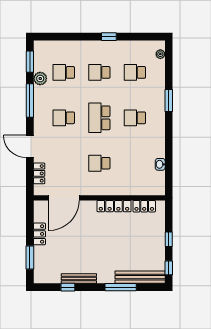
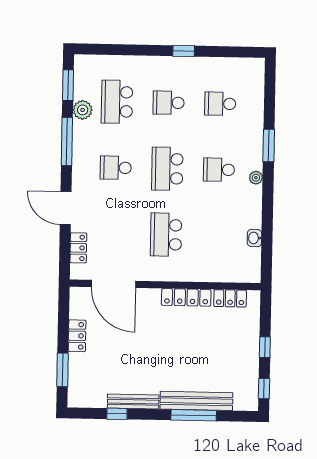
plant: (160, 54) -> (256, 178), moved
school desk: (64, 72) -> (117, 102), width x1.85
school desk: (99, 163) -> (166, 235), width x1.85
door: (64, 198) -> (114, 284), hinge flipped
bench: (140, 277) -> (196, 401), moved

